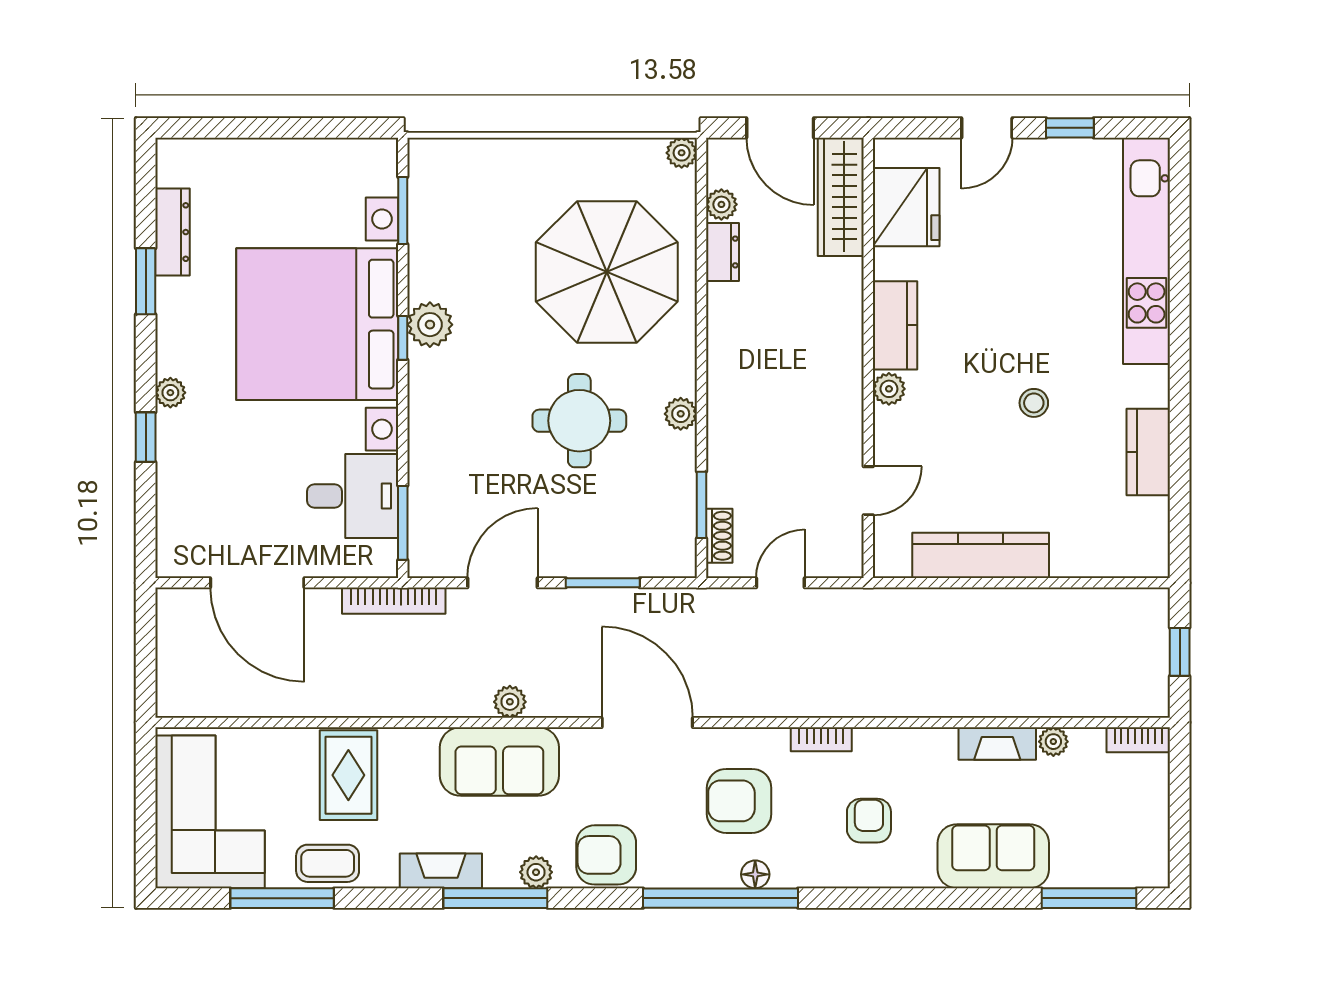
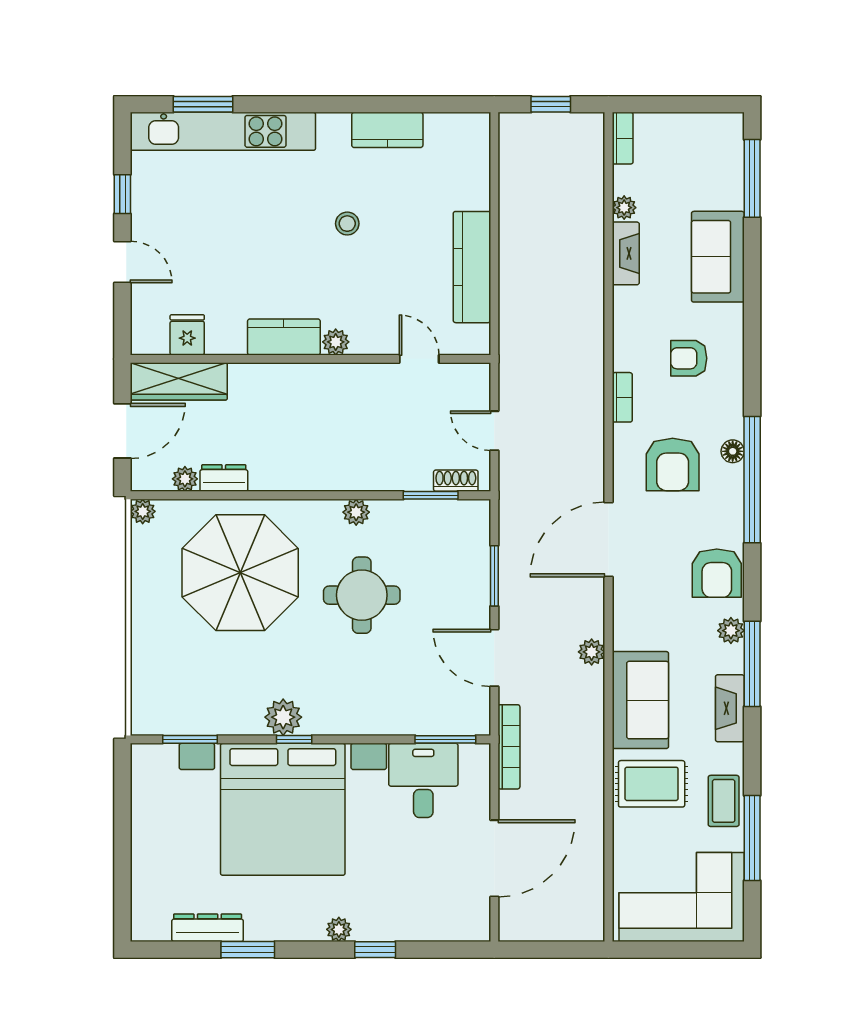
fridge: (906, 207) -> (187, 335), width x0.53, depth x0.75
window: (1180, 226) -> (203, 104), added
sofa: (499, 761) -> (640, 700), moved

